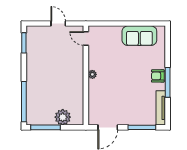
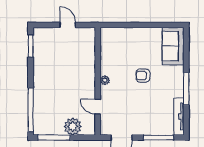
sofa: (139, 36) -> (173, 46), moved, turned 90
door: (86, 38) -> (98, 107), moved
armchair: (158, 76) -> (143, 76), moved

